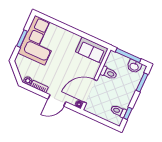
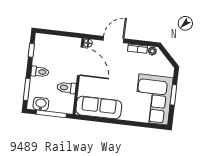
sofa: (92, 50) -> (99, 108), width x1.36
door: (90, 91) -> (80, 61), hinge flipped
toilet: (118, 111) -> (40, 72), moved

